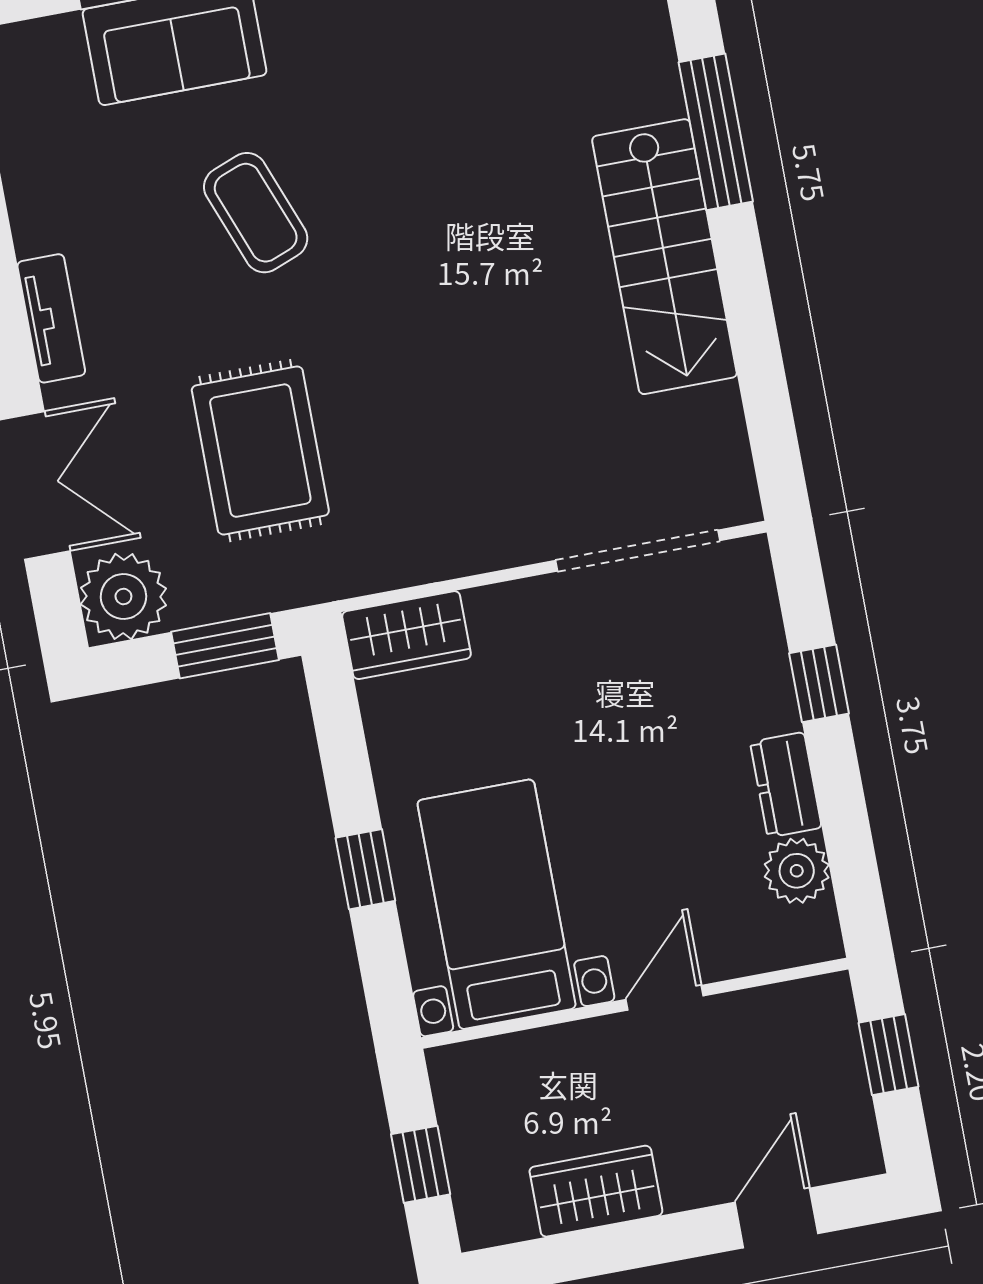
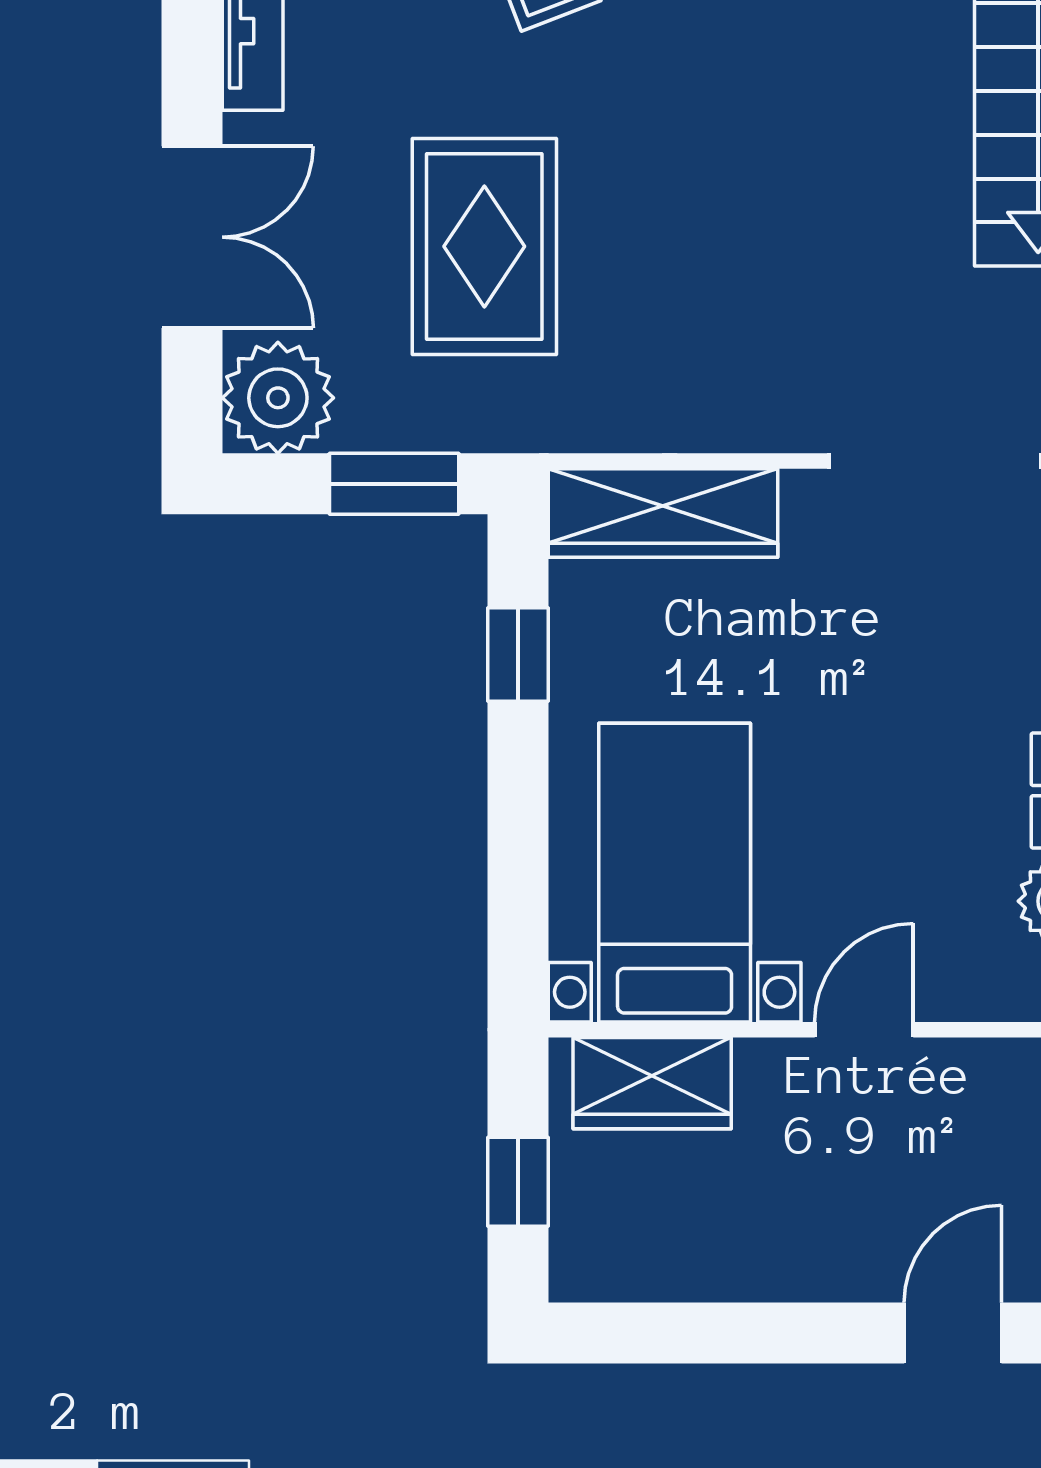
wardrobe: (407, 635) -> (663, 513), width x1.50
window: (365, 869) -> (518, 654), moved
wardrobe: (596, 1191) -> (652, 1083), moved, turned 180

